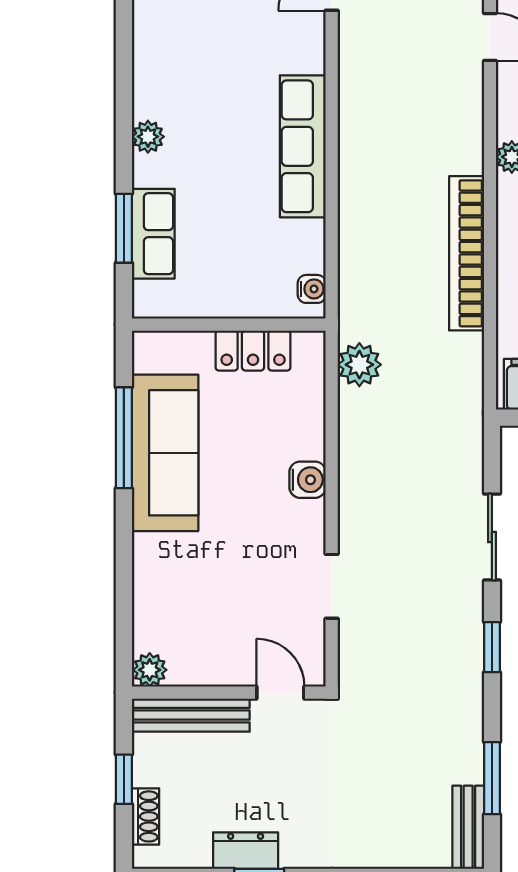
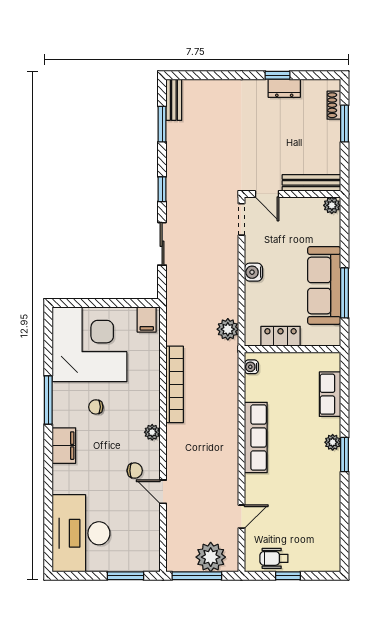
window: (124, 228) -> (345, 455), moved
plant: (150, 670) -> (332, 205), moved
wall: (229, 693) -> (293, 194), moved
door: (280, 693) -> (267, 194), moved
bench: (191, 715) -> (311, 183), moved
window: (124, 779) -> (345, 124), width x1.50

